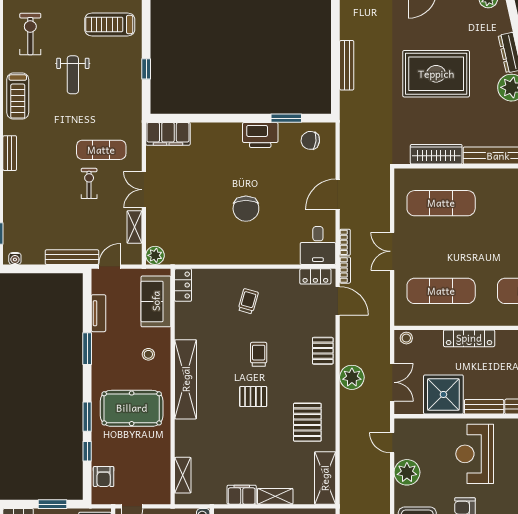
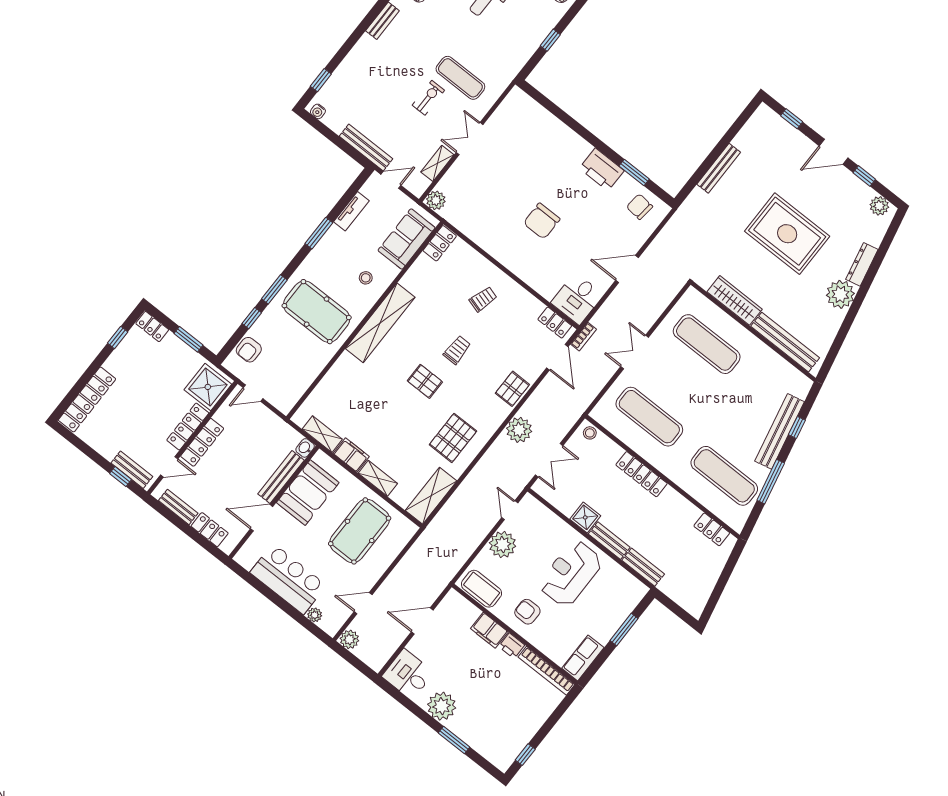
filing cabinet: (168, 134) -> (526, 108), removed
bookcase: (345, 242) -> (602, 314), removed
shower: (443, 394) -> (585, 517), width x0.54, depth x0.54
shelving: (183, 475) -> (322, 434), moved, turned 90

